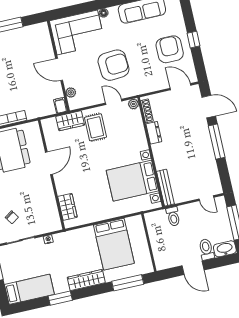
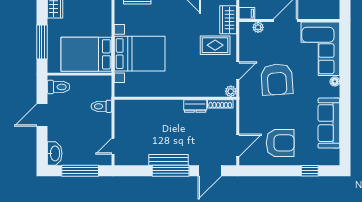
window: (193, 40) -> (310, 171), moved
bed with nightstands: (132, 181) -> (140, 54), moved, turned 90
bench: (165, 188) -> (168, 160), moved
bed: (114, 244) -> (86, 54), moved
toilet: (206, 249) -> (59, 87), moved

